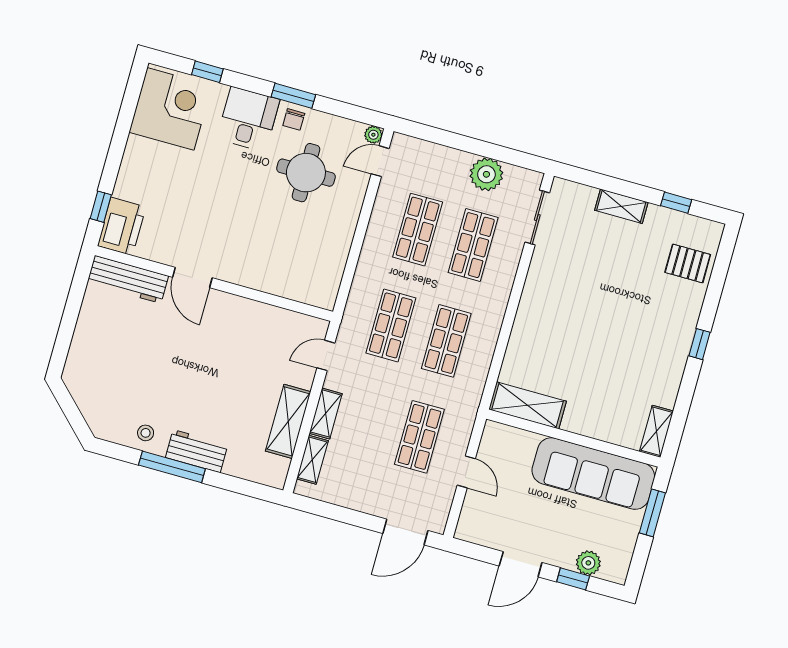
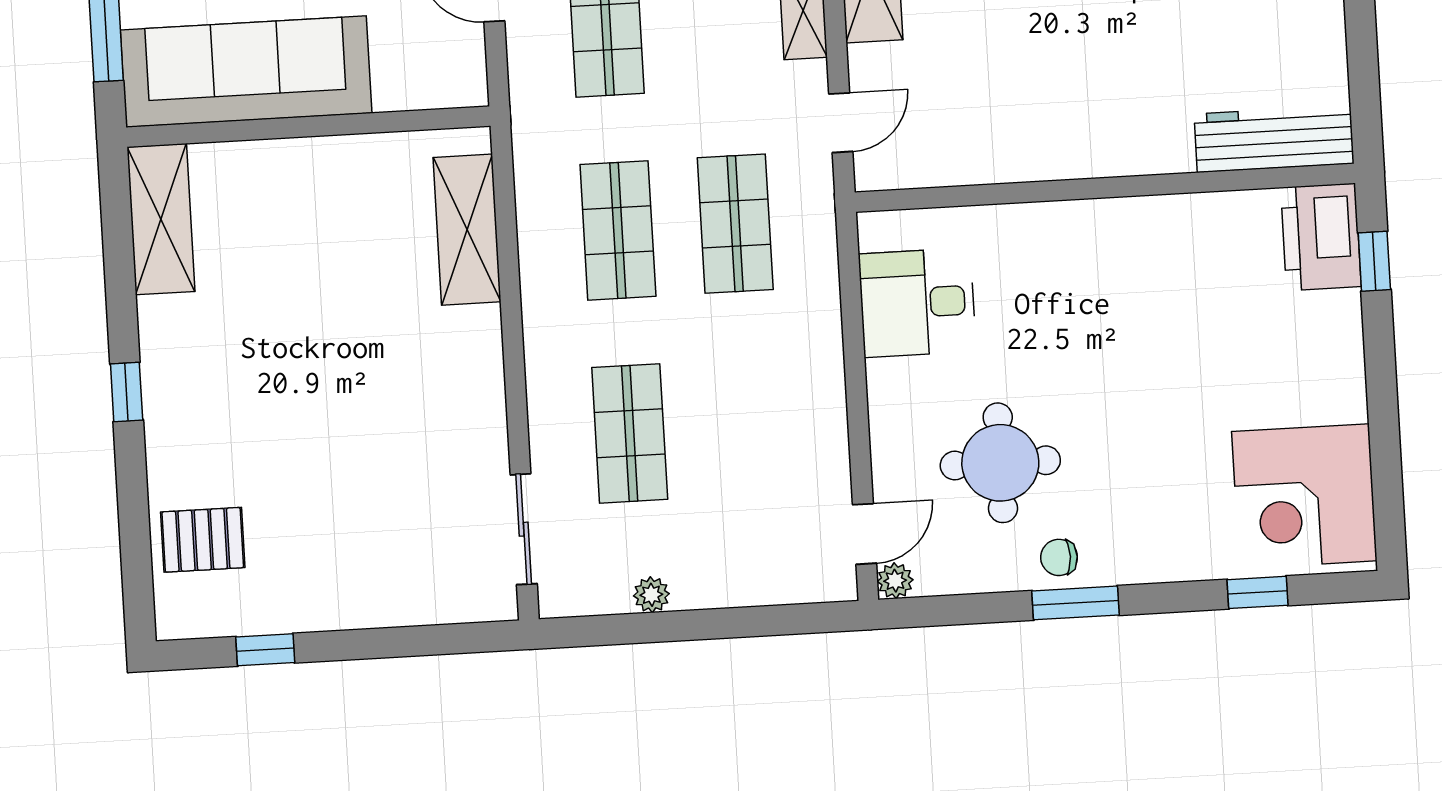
desk: (248, 119) -> (917, 303), moved, turned 90
chair: (294, 119) -> (1059, 557), turned -90
plant: (486, 174) -> (651, 595), width x0.53, depth x0.53
shelving: (621, 206) -> (369, 606), removed
shop shelf: (418, 230) -> (747, 427), removed
door: (192, 277) -> (1151, 185), removed
shelving: (527, 405) -> (467, 230), moved, turned 90
shelving: (656, 431) -> (161, 219), width x1.50, depth x1.33

